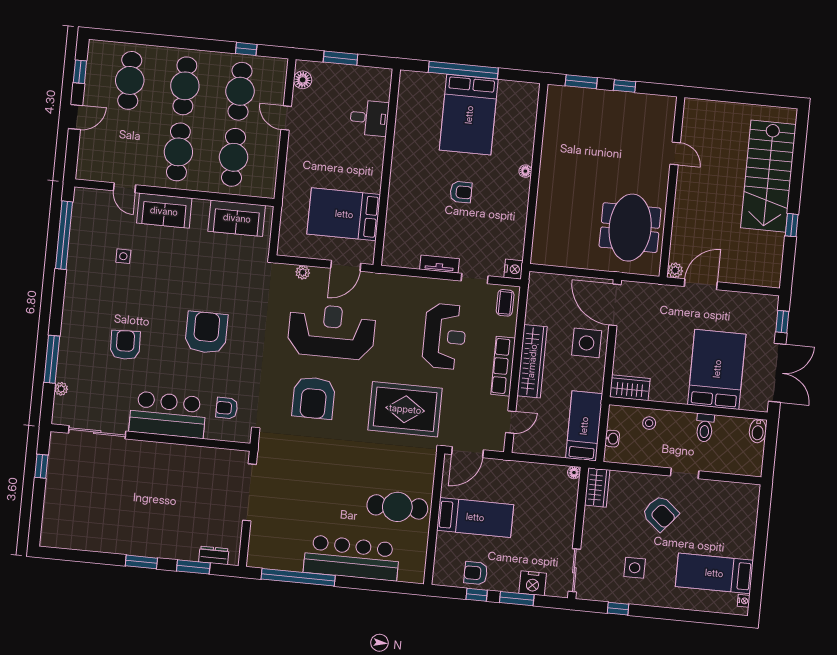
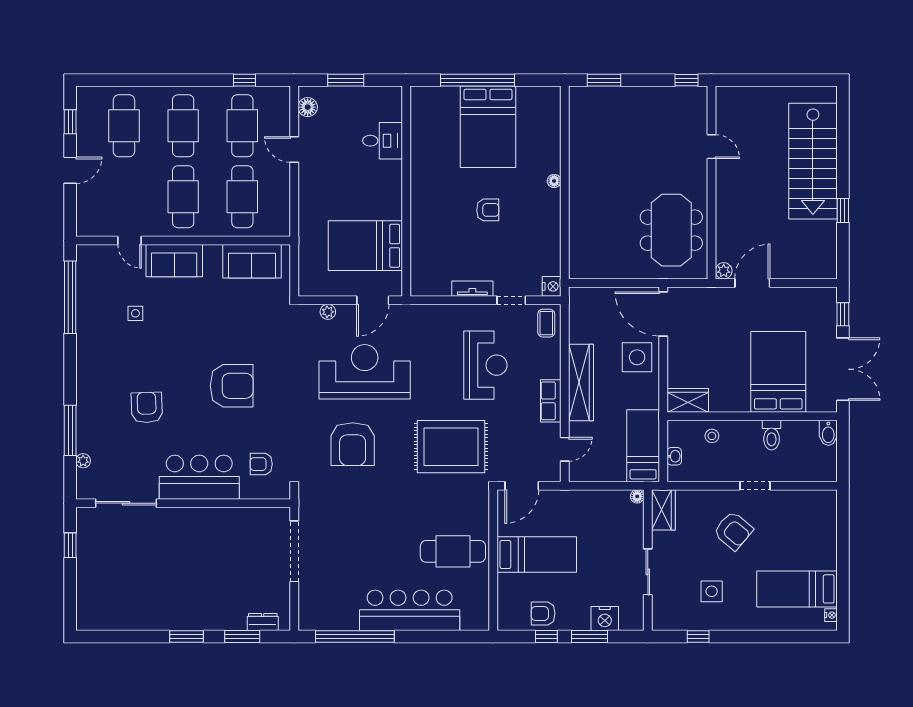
window: (625, 86) -> (687, 80), moved
armchair: (206, 332) -> (232, 386), turned 90
row of seats: (503, 366) -> (551, 401), width x0.68
sliding door: (574, 570) -> (648, 572), moved

